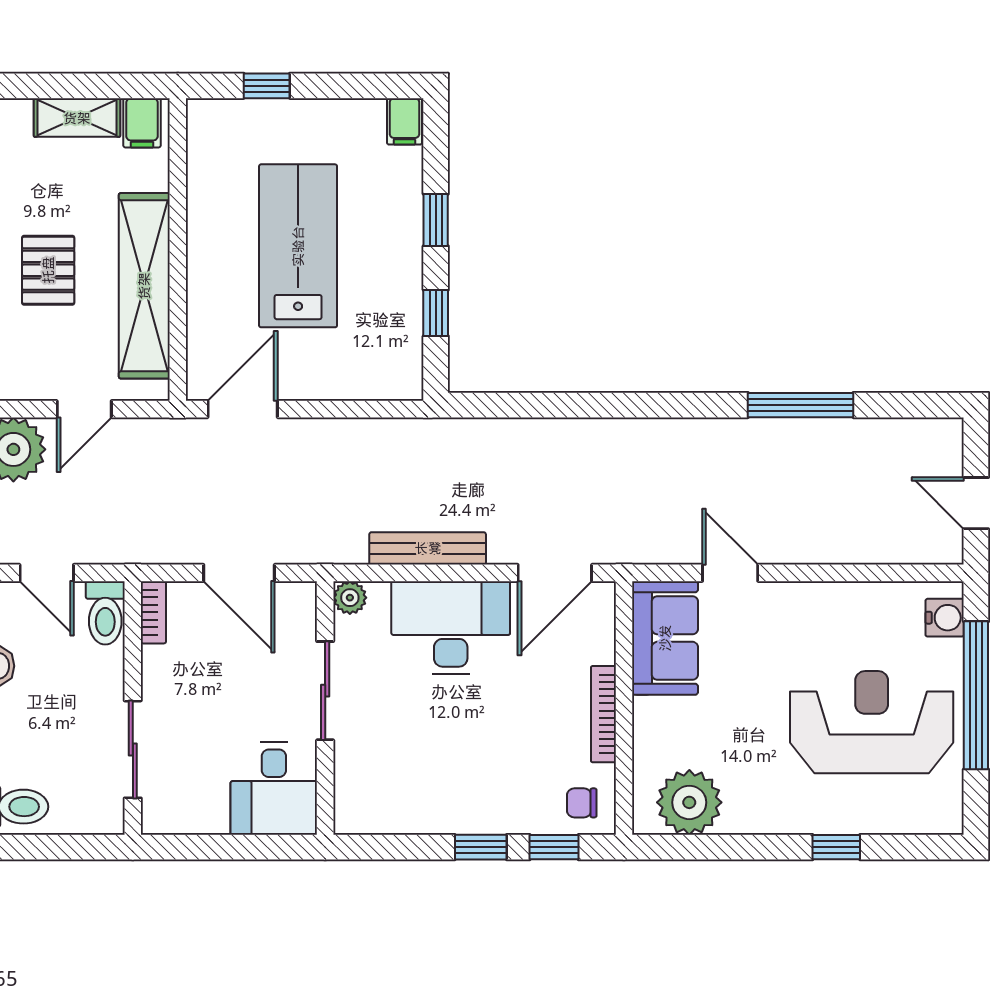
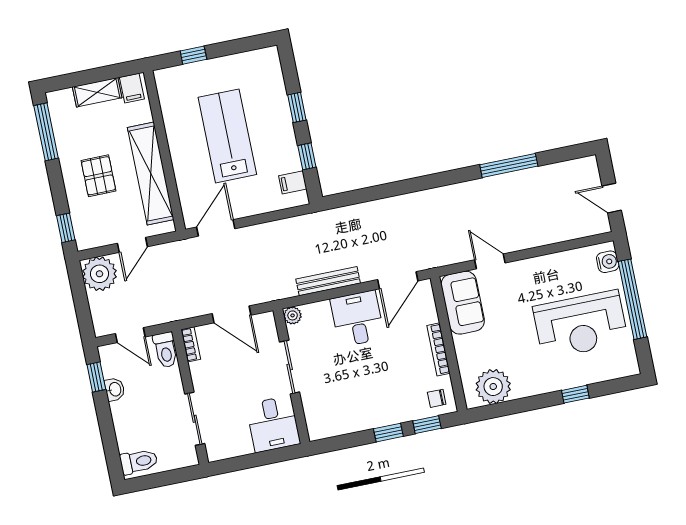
filing cabinet: (404, 121) -> (293, 182), moved, turned 90
desk: (451, 628) -> (357, 319), width x0.73
reception desk: (872, 722) -> (580, 325), turned 180

